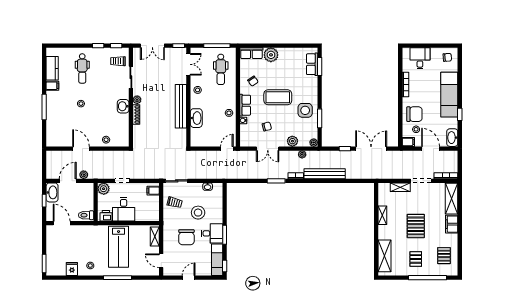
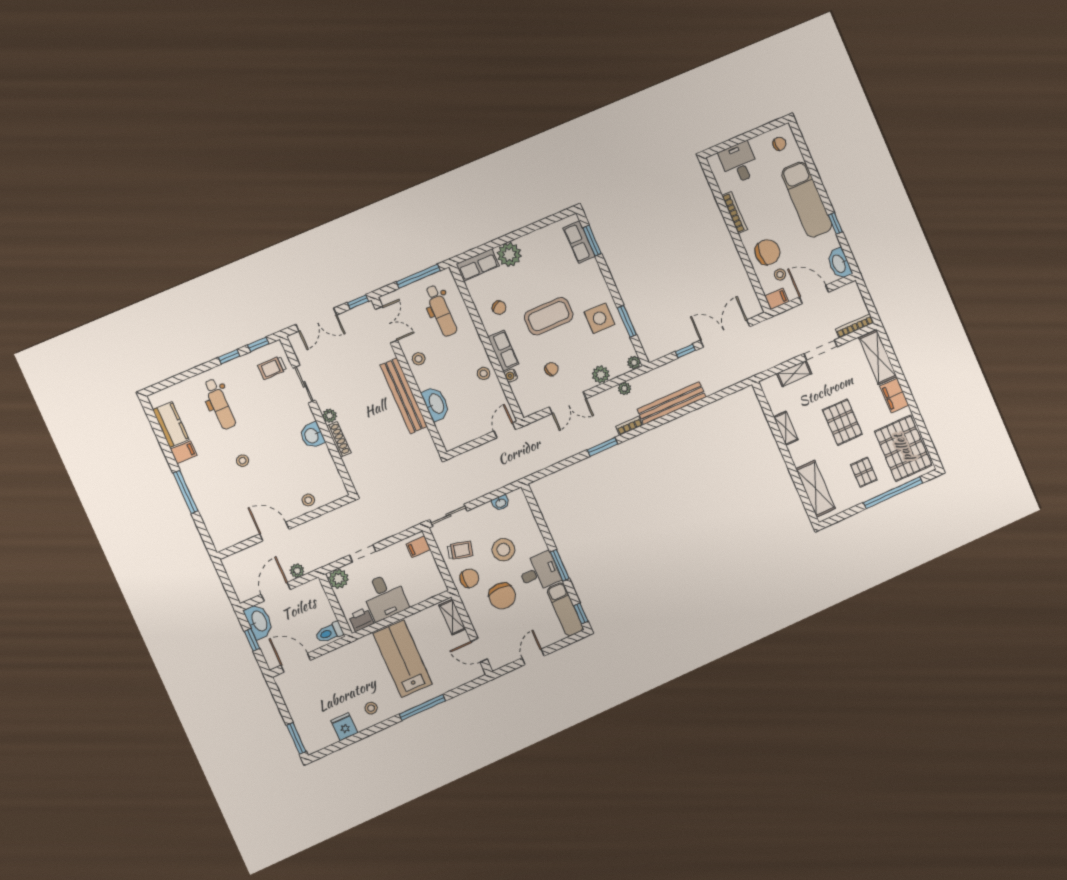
chair: (173, 220) -> (469, 578), added
lab bench: (119, 247) -> (403, 659), turned 180
pallet: (444, 256) -> (903, 448), width x2.05, depth x2.00

